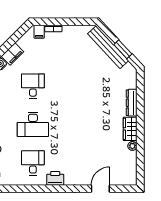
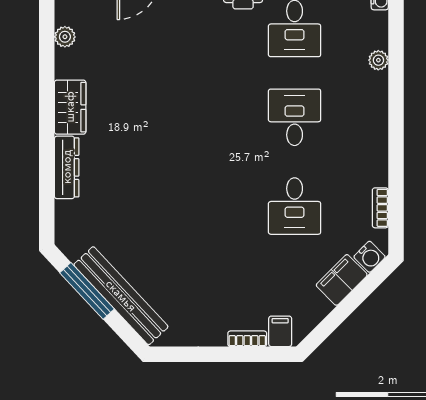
window: (123, 49) -> (87, 291), width x1.44
desk: (33, 124) -> (295, 117), width x0.73
plant: (132, 146) -> (65, 37), moved

